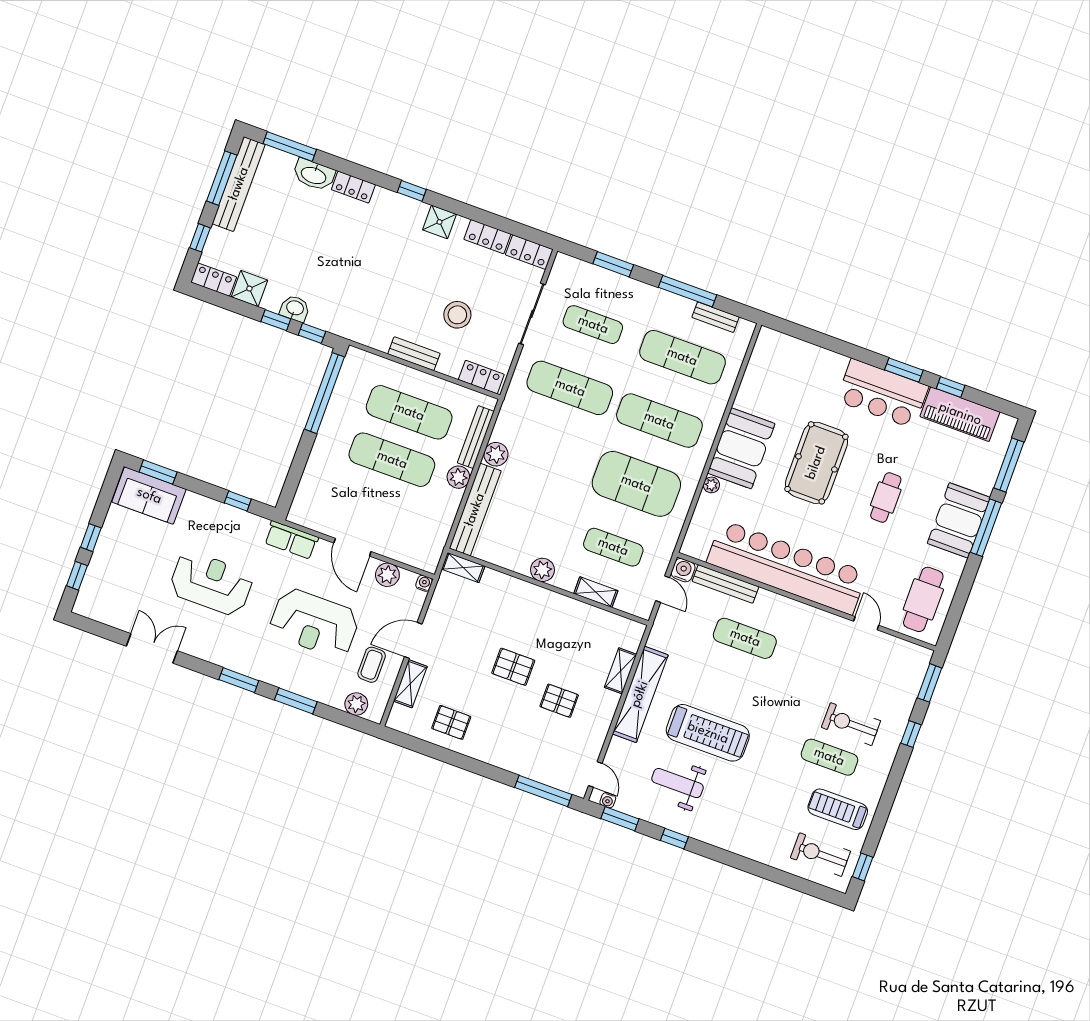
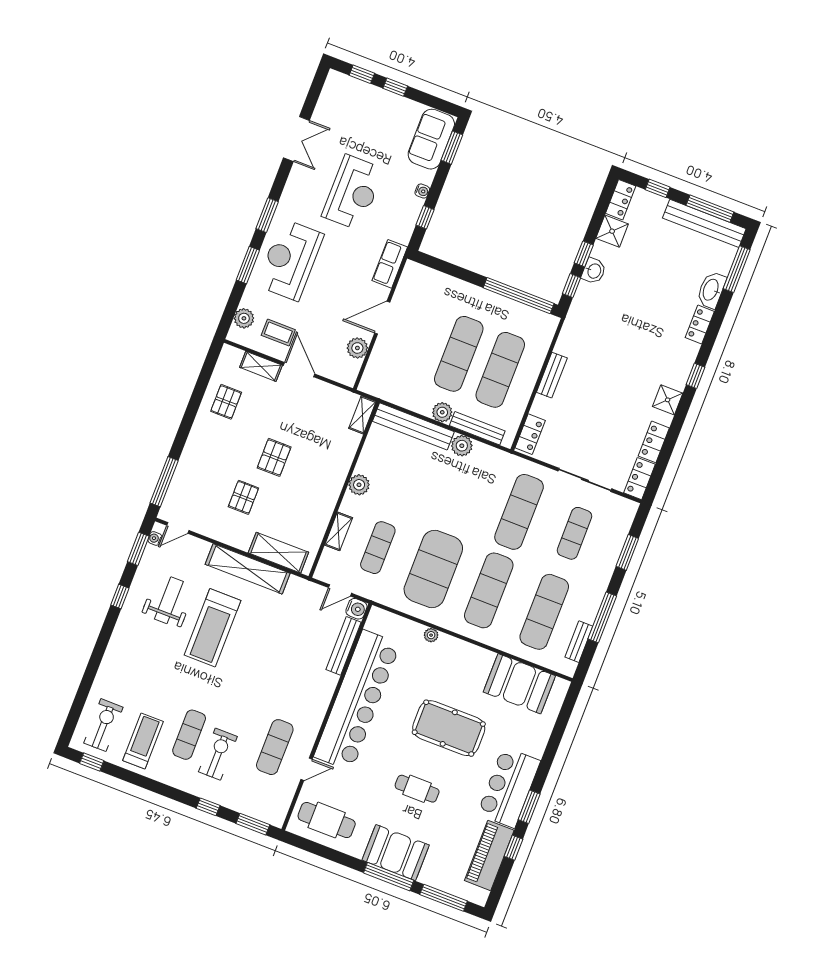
stool: (457, 315) -> (585, 414), removed
booth: (741, 448) -> (519, 684), moved
water cooler: (424, 583) -> (422, 191), moved
reception desk: (314, 623) -> (290, 260), moved
exercise mat: (745, 638) -> (275, 747), moved
shelving: (621, 671) -> (278, 553), width x1.50, depth x1.33

